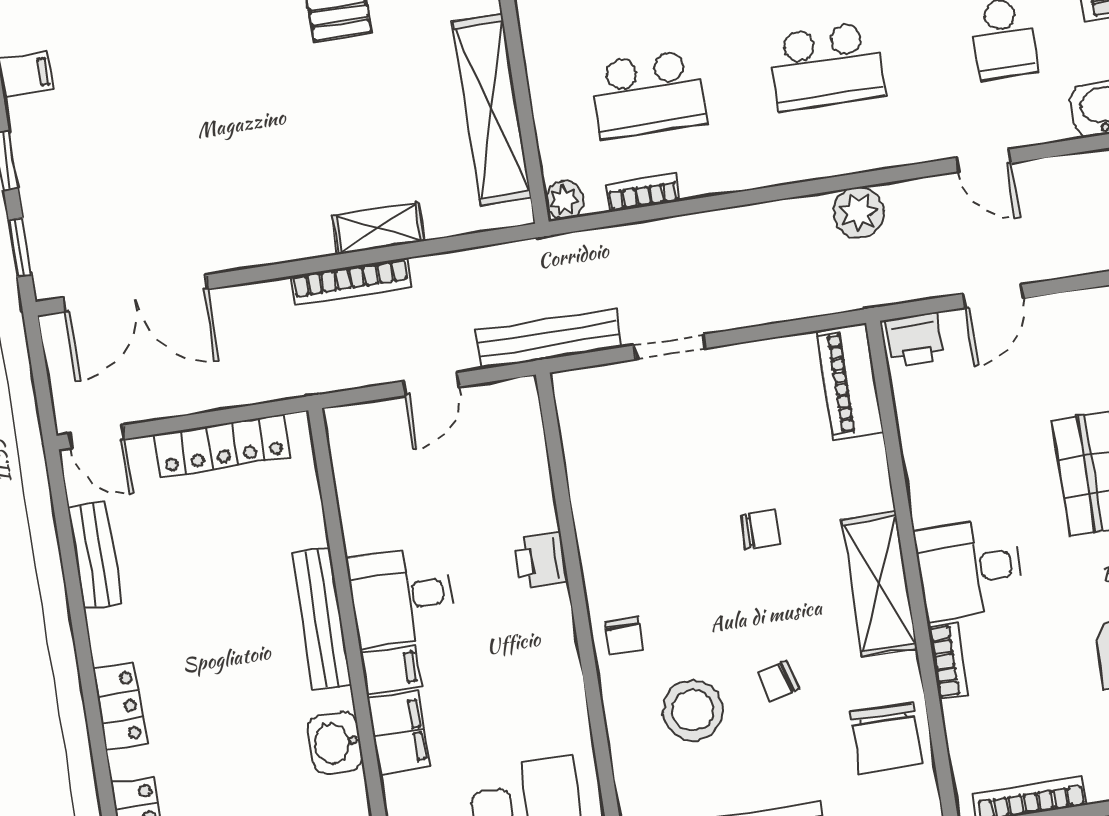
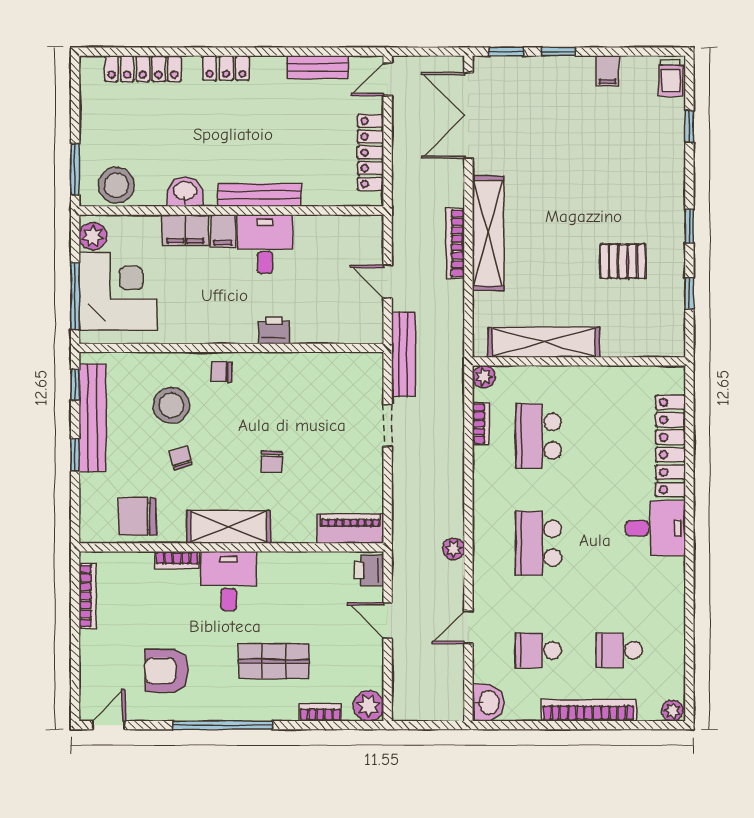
plant: (858, 212) -> (453, 549), width x0.73, depth x0.73
shelving: (378, 228) -> (488, 233), width x2.20, depth x1.33

